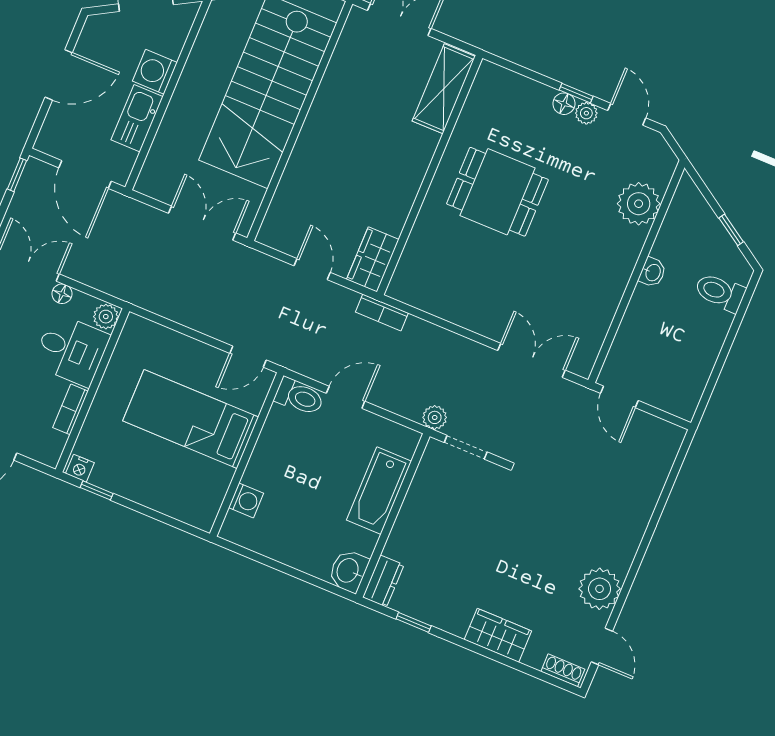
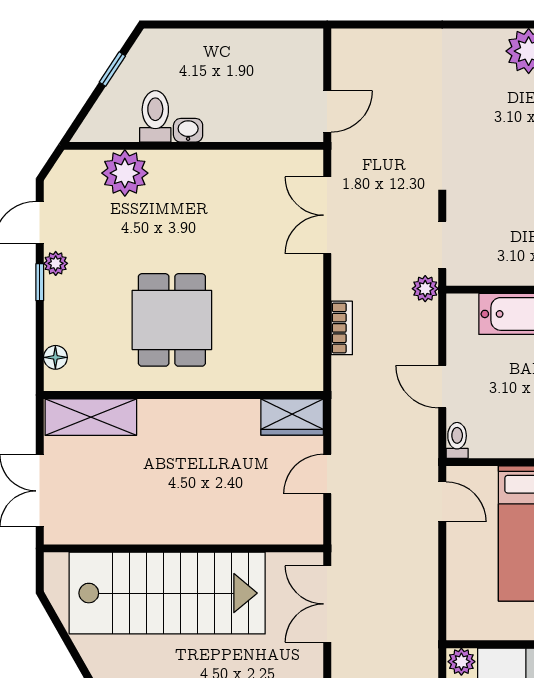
floor lamp: (564, 104) -> (55, 357), moved
toilet: (720, 292) -> (155, 116), moved, turned 180
bookcase: (382, 312) -> (342, 328), moved
toilet: (299, 397) -> (457, 440), width x0.73, depth x0.72

